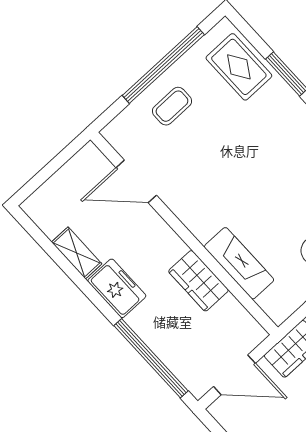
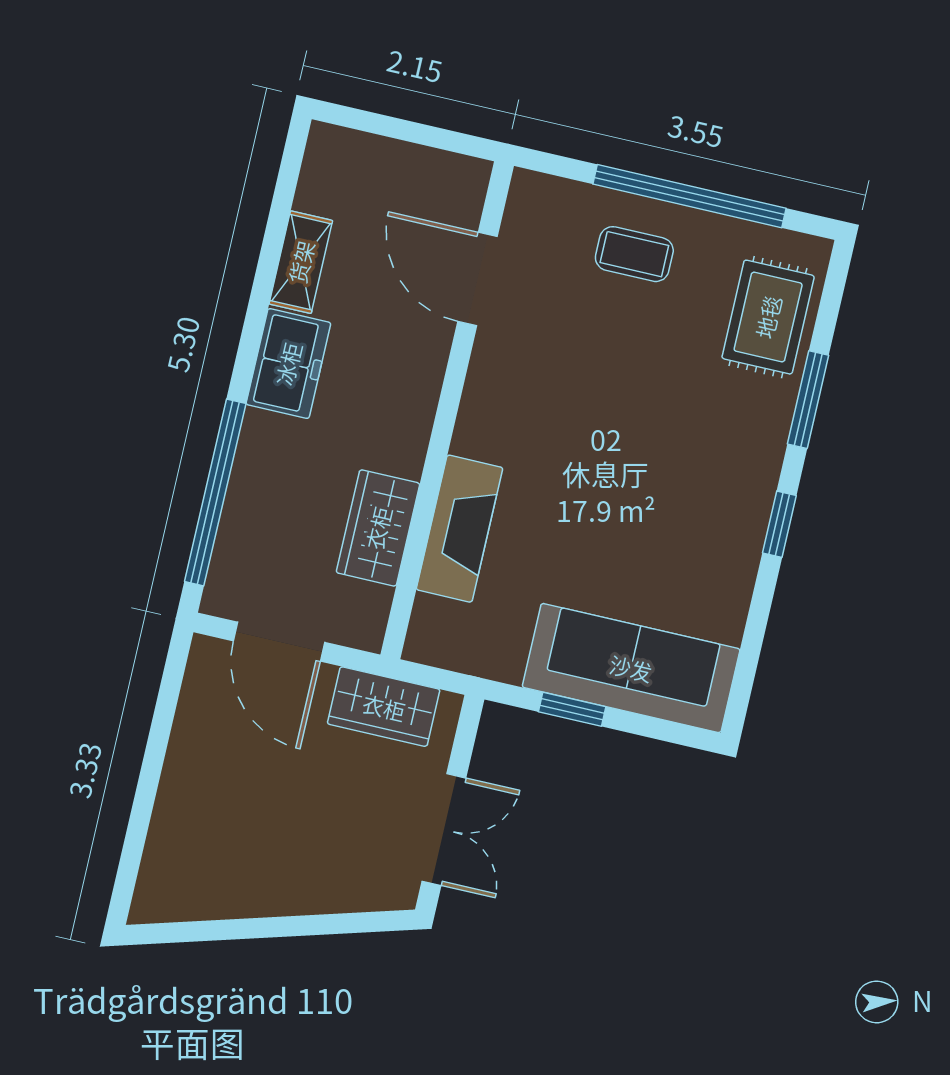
wardrobe: (198, 281) -> (378, 528), moved

